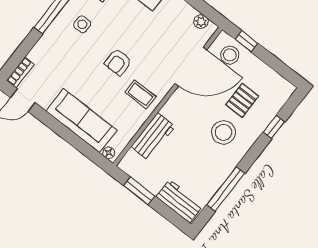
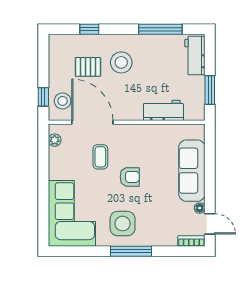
side table: (82, 24) -> (123, 224), width x1.87, depth x1.87
coffee table: (140, 94) -> (100, 157), moved
floor lamp: (109, 153) -> (200, 208), moved

